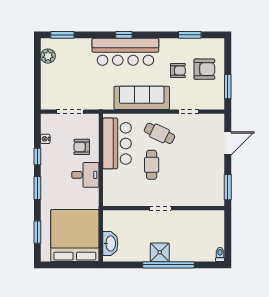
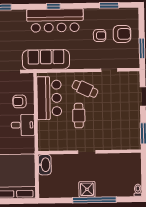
sofa: (142, 98) -> (46, 60), moved
washbasin: (110, 243) -> (45, 165), moved

